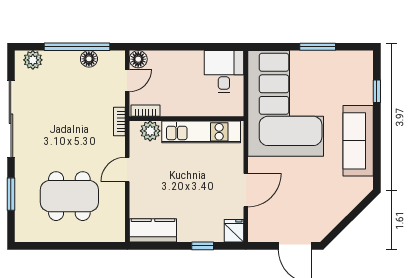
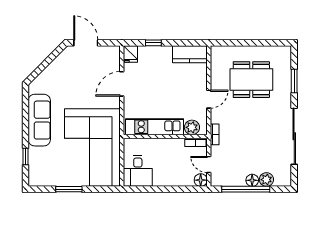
floor lamp: (89, 59) -> (252, 180), moved
plant: (33, 60) -> (266, 180), moved
door: (127, 80) -> (209, 164), hinge flipped

